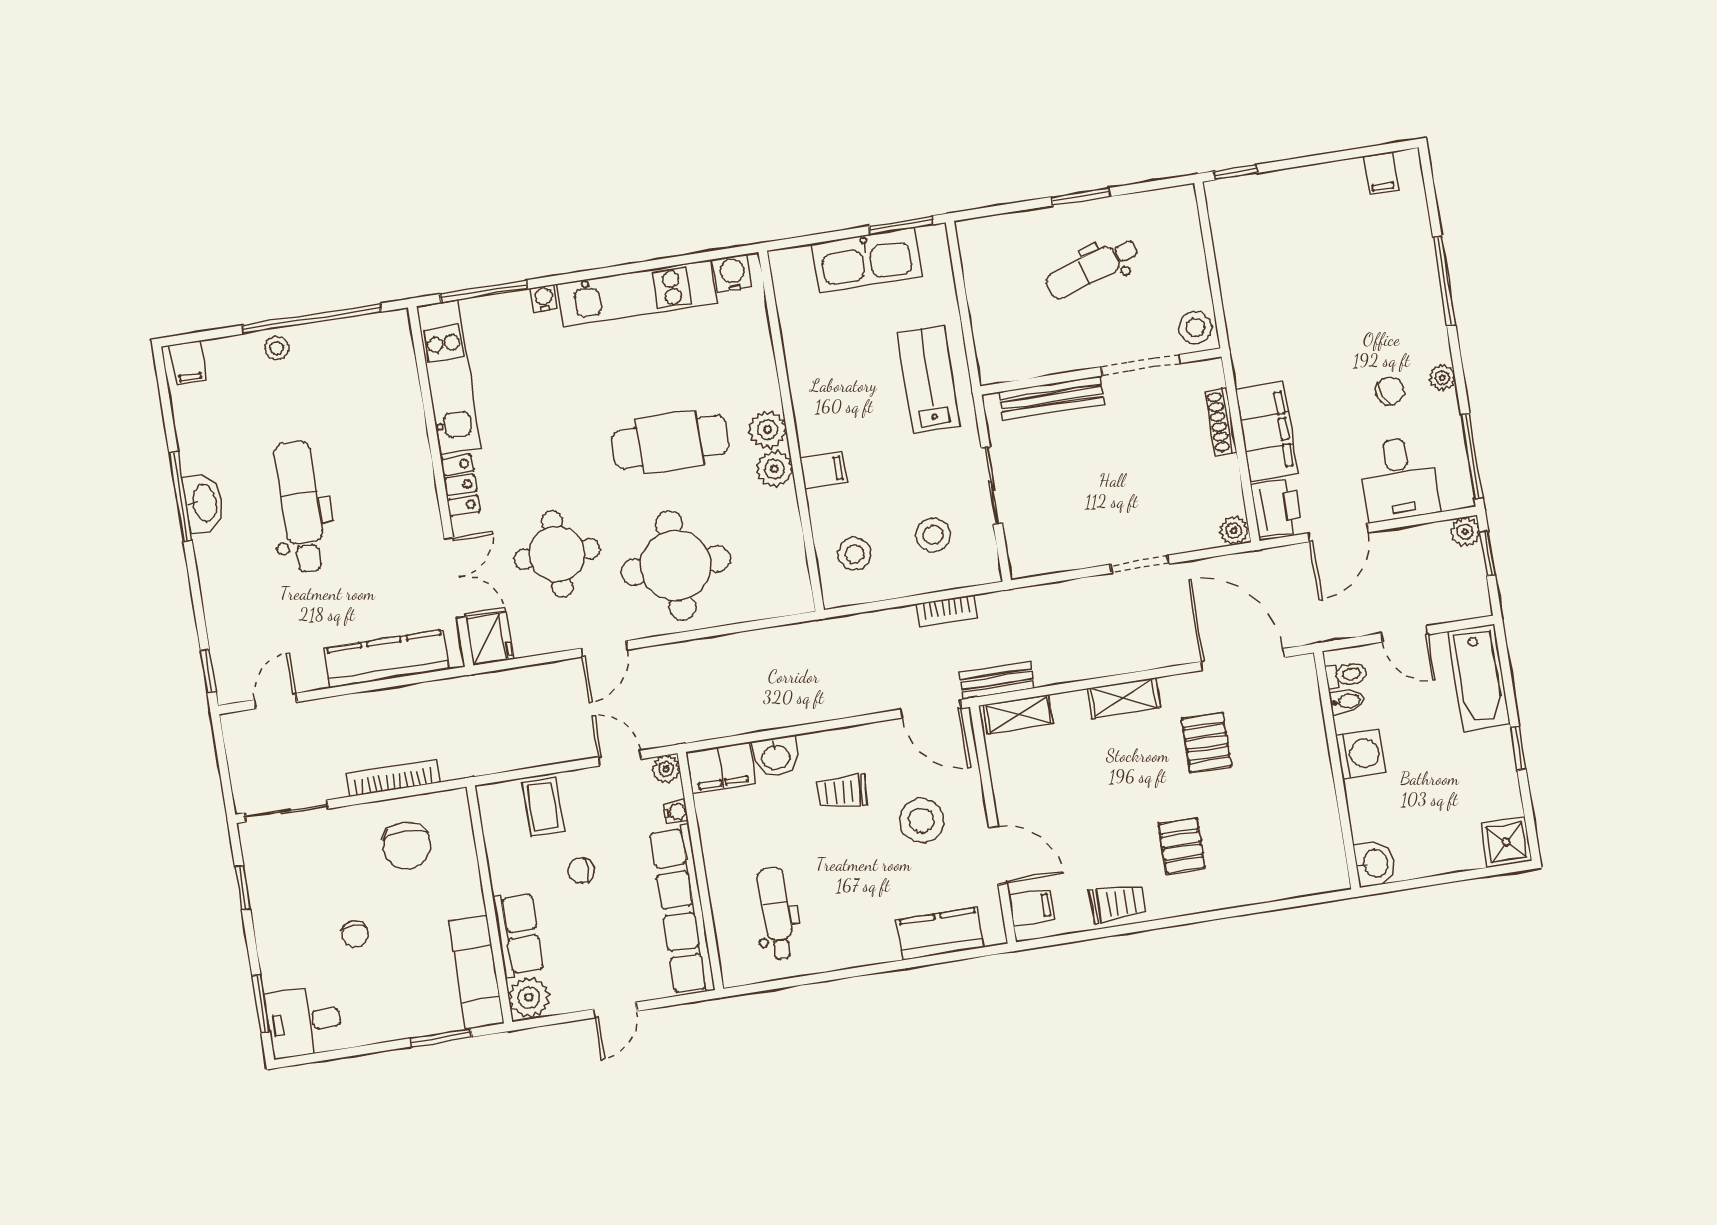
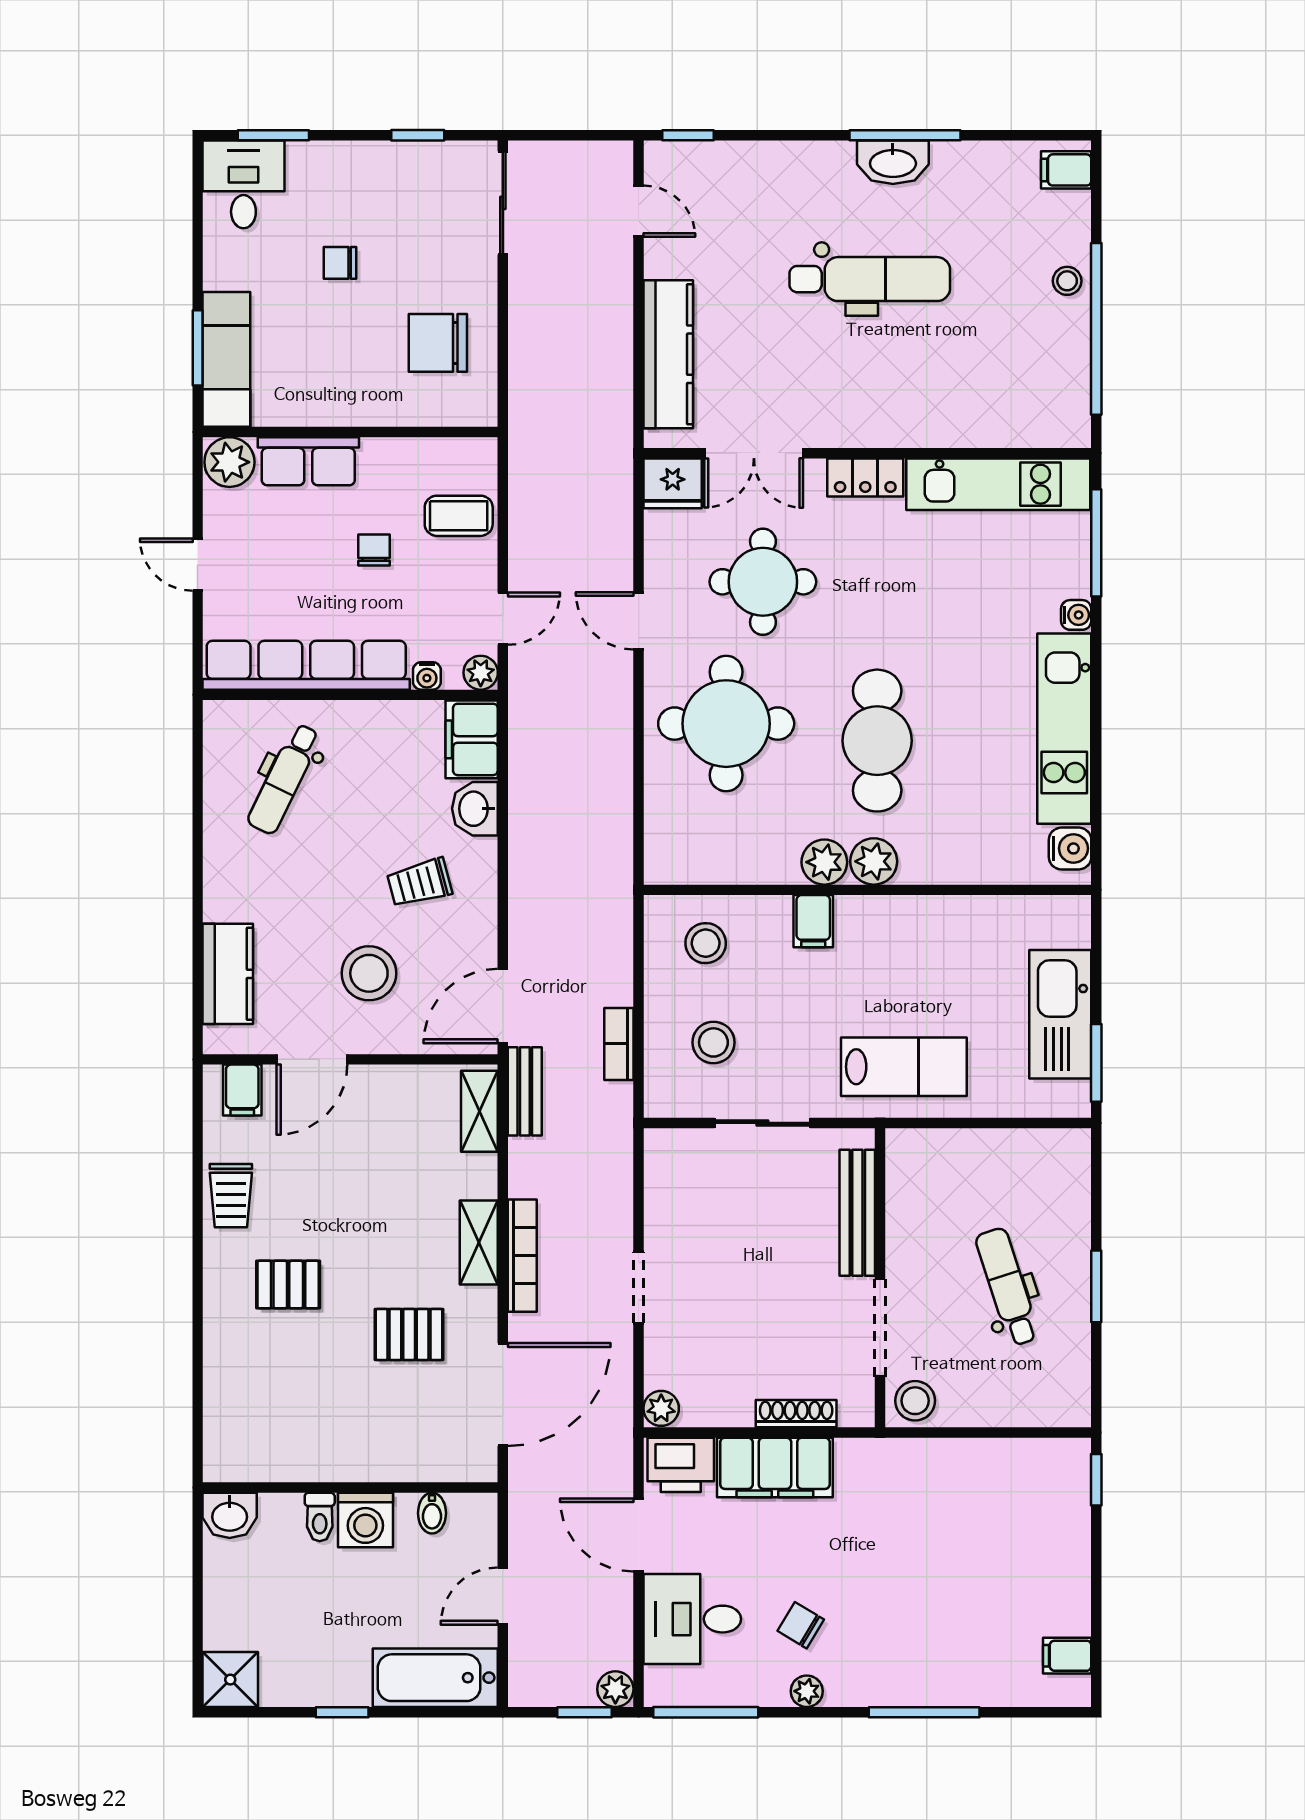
chair: (1390, 391) -> (801, 1625), turned 144
toilet: (1346, 675) -> (320, 1517), moved
bookcase: (393, 778) -> (522, 1256), moved
trolley: (842, 791) -> (420, 883), turned -109
dental chair: (776, 913) -> (284, 779), turned 116
exam couch: (476, 972) -> (226, 359), moved, turned 90

